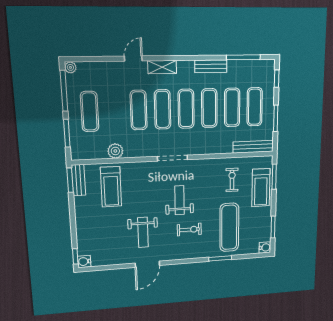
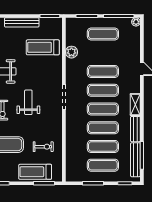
shelving: (162, 67) -> (135, 105), moved
bench: (253, 147) -> (135, 160), moved
bench: (78, 180) -> (22, 22), moved, width x1.36
weight bench: (179, 200) -> (28, 102), turned -90

